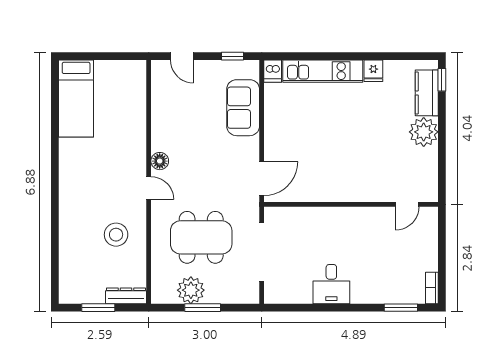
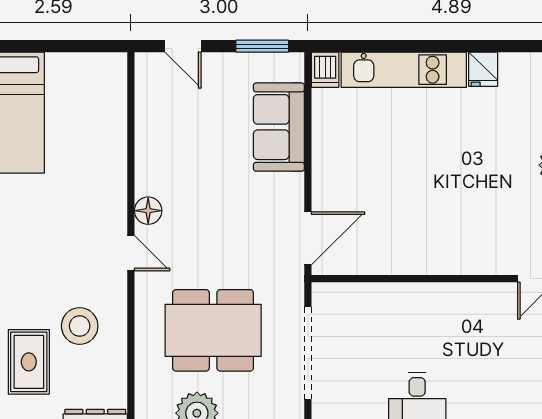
window: (233, 56) -> (262, 46), width x1.50
rug: (84, 257) -> (29, 362), added

